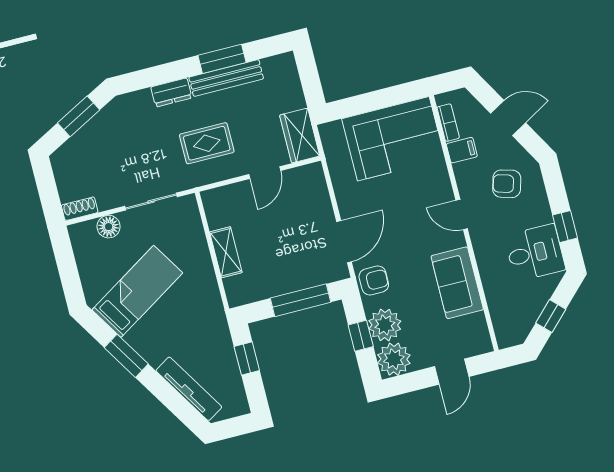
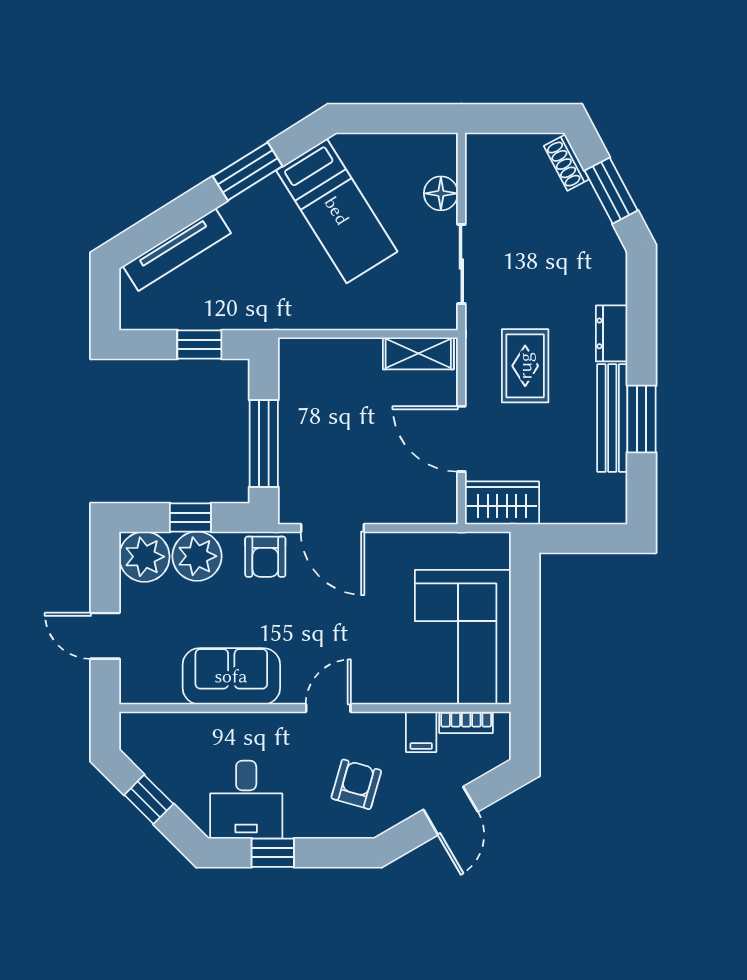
door: (265, 173) -> (461, 439), width x1.38
shoe rack: (80, 209) -> (566, 163), moved, turned 152
shelving: (226, 252) -> (418, 353), moved

